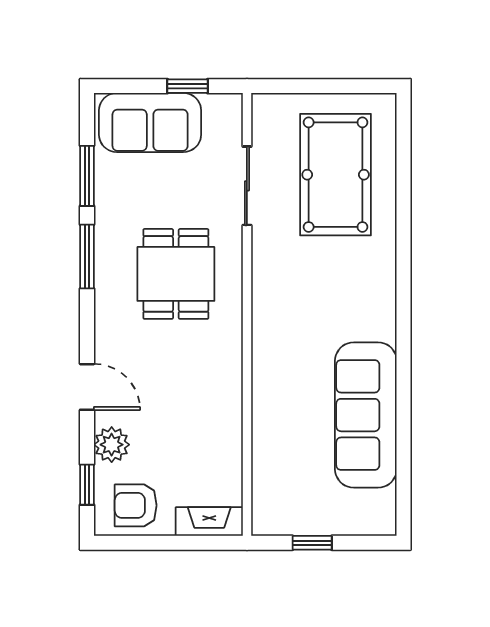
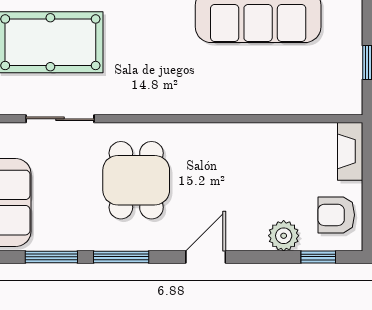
dining table: (176, 274) -> (136, 180), turned 90
door: (87, 387) -> (206, 257), moved
armchair: (136, 505) -> (336, 215), turned 90

